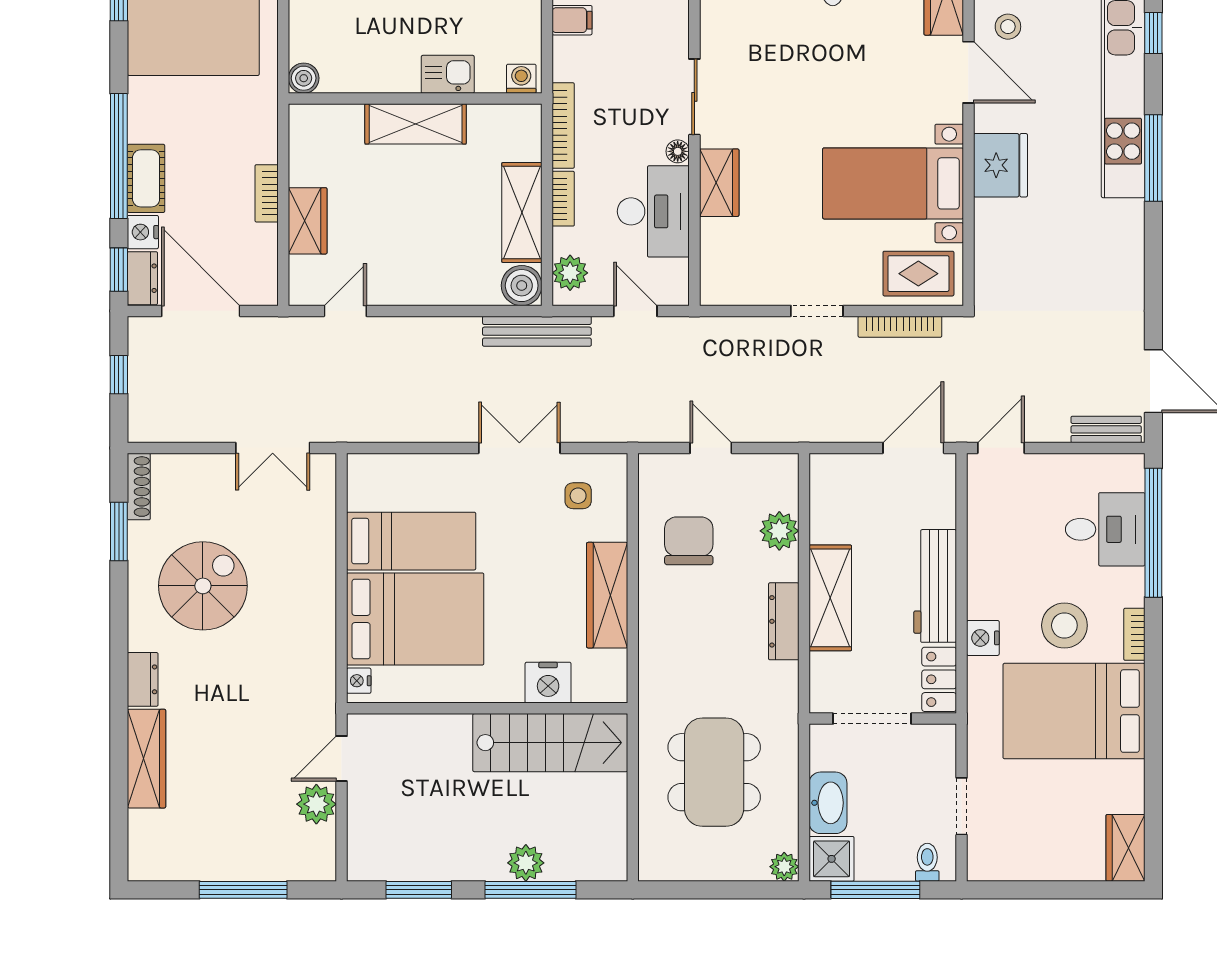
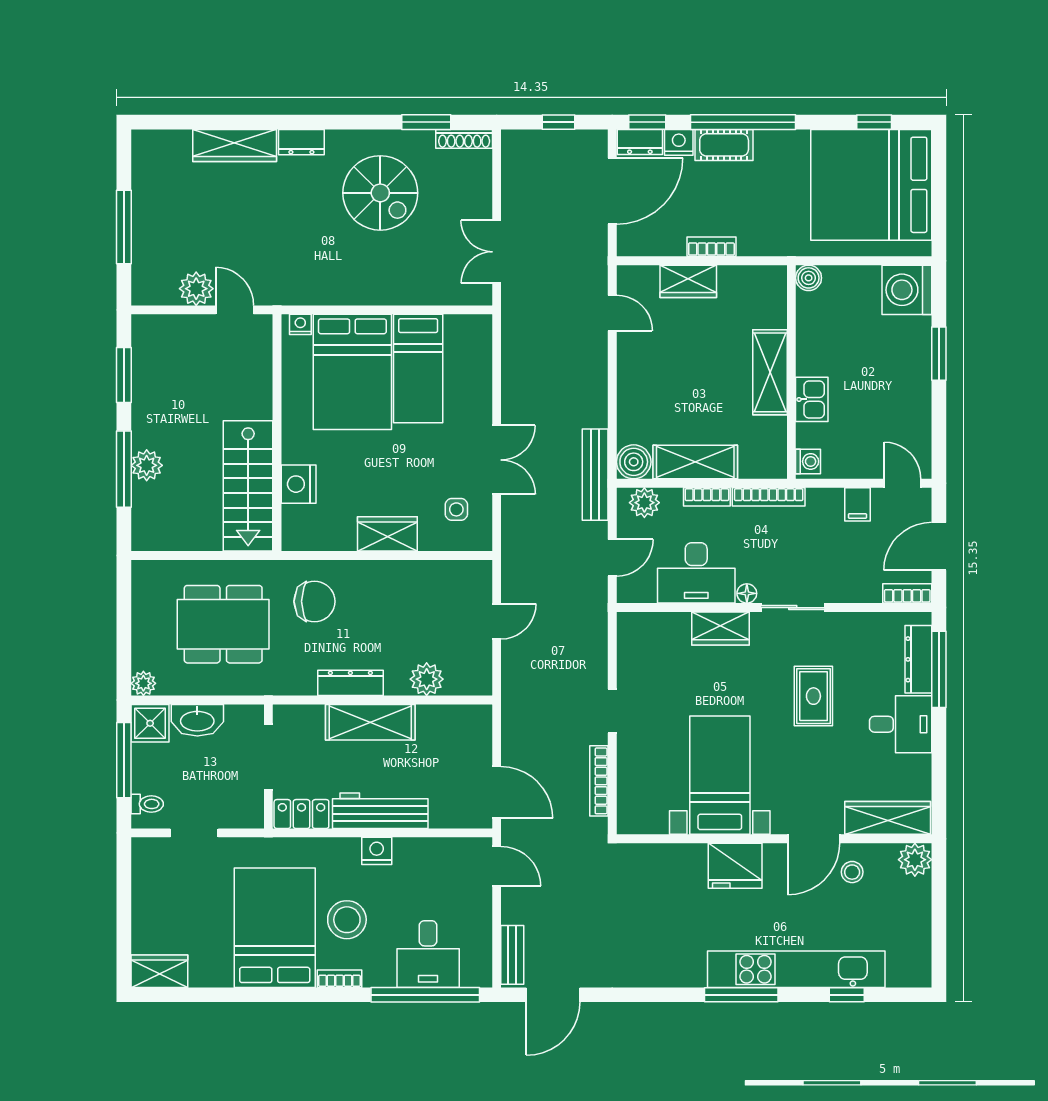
rug: (918, 274) -> (813, 696), moved
chair: (689, 541) -> (315, 601), moved
wardrobe: (607, 595) -> (387, 534), width x0.67
nightstand: (983, 638) -> (377, 851), moved

